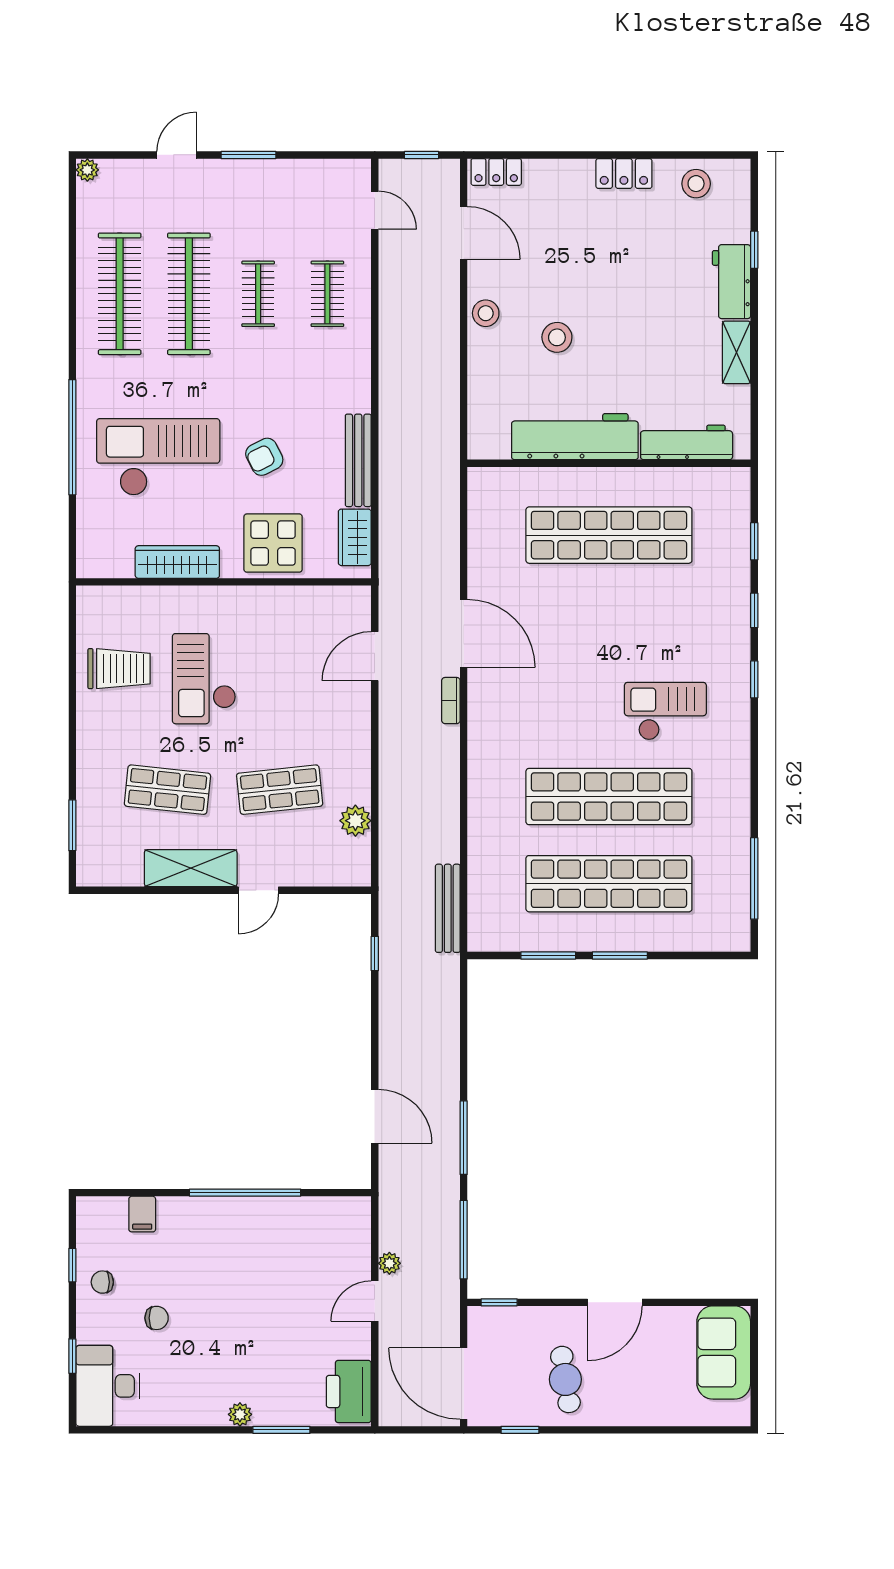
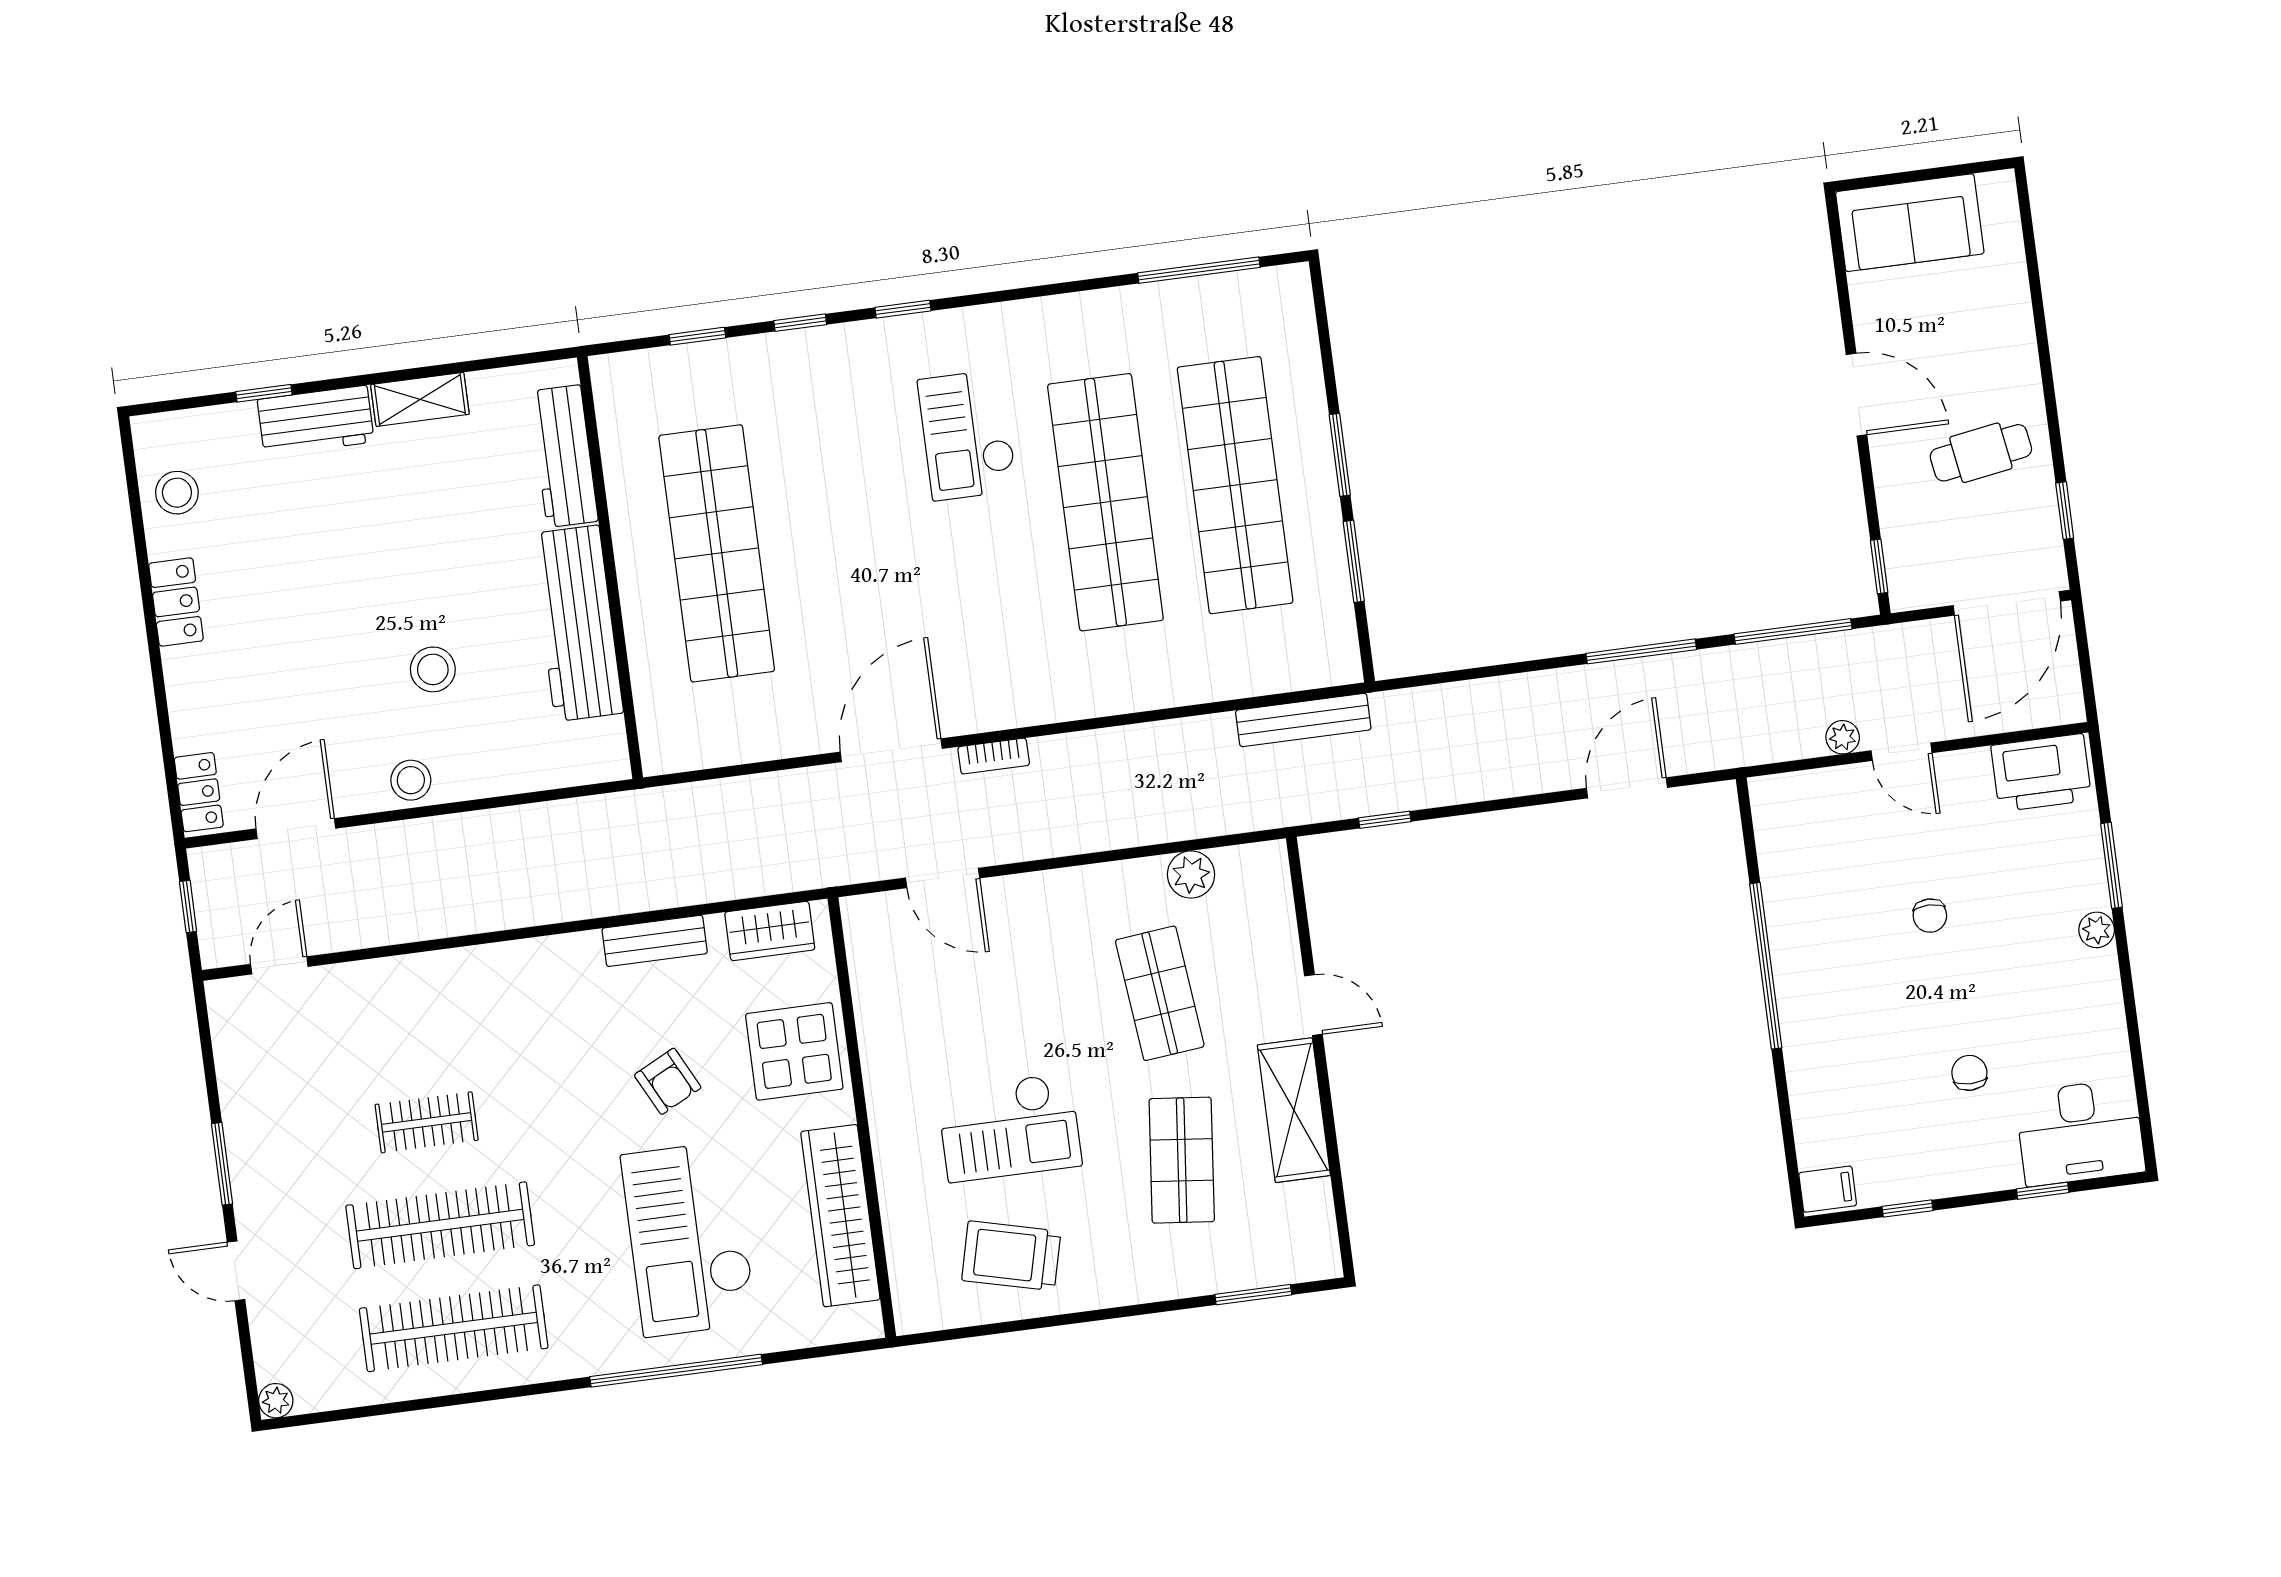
clothes rail: (327, 294) -> (413, 1019), removed
bench: (358, 460) -> (655, 941), width x0.73
wardrobe: (177, 562) -> (840, 1216), width x1.40, depth x1.17
trolley: (119, 669) -> (1011, 1256), turned -76
filing cabinet: (142, 1214) -> (1828, 1189), moved
chair: (102, 1282) -> (1930, 916), moved

